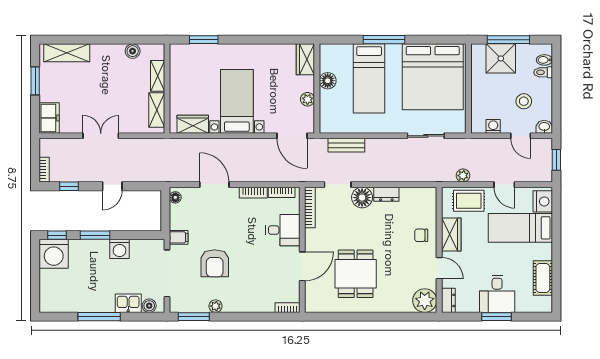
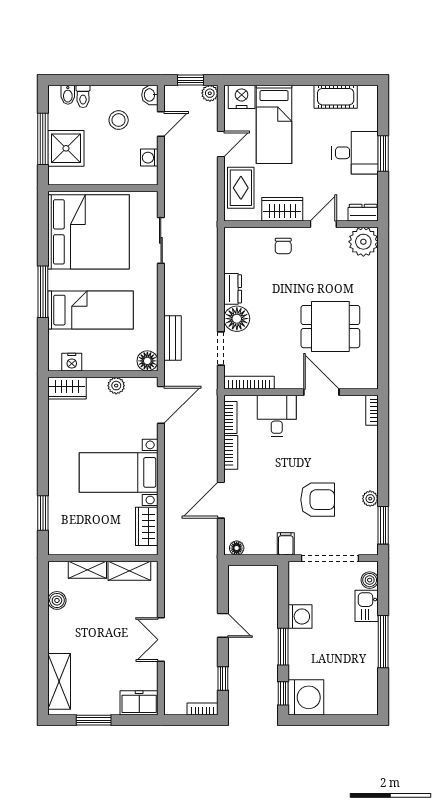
nightstand: (327, 63) -> (72, 362), added
floor lamp: (328, 81) -> (147, 361), moved
plant: (463, 176) -> (210, 93), moved

